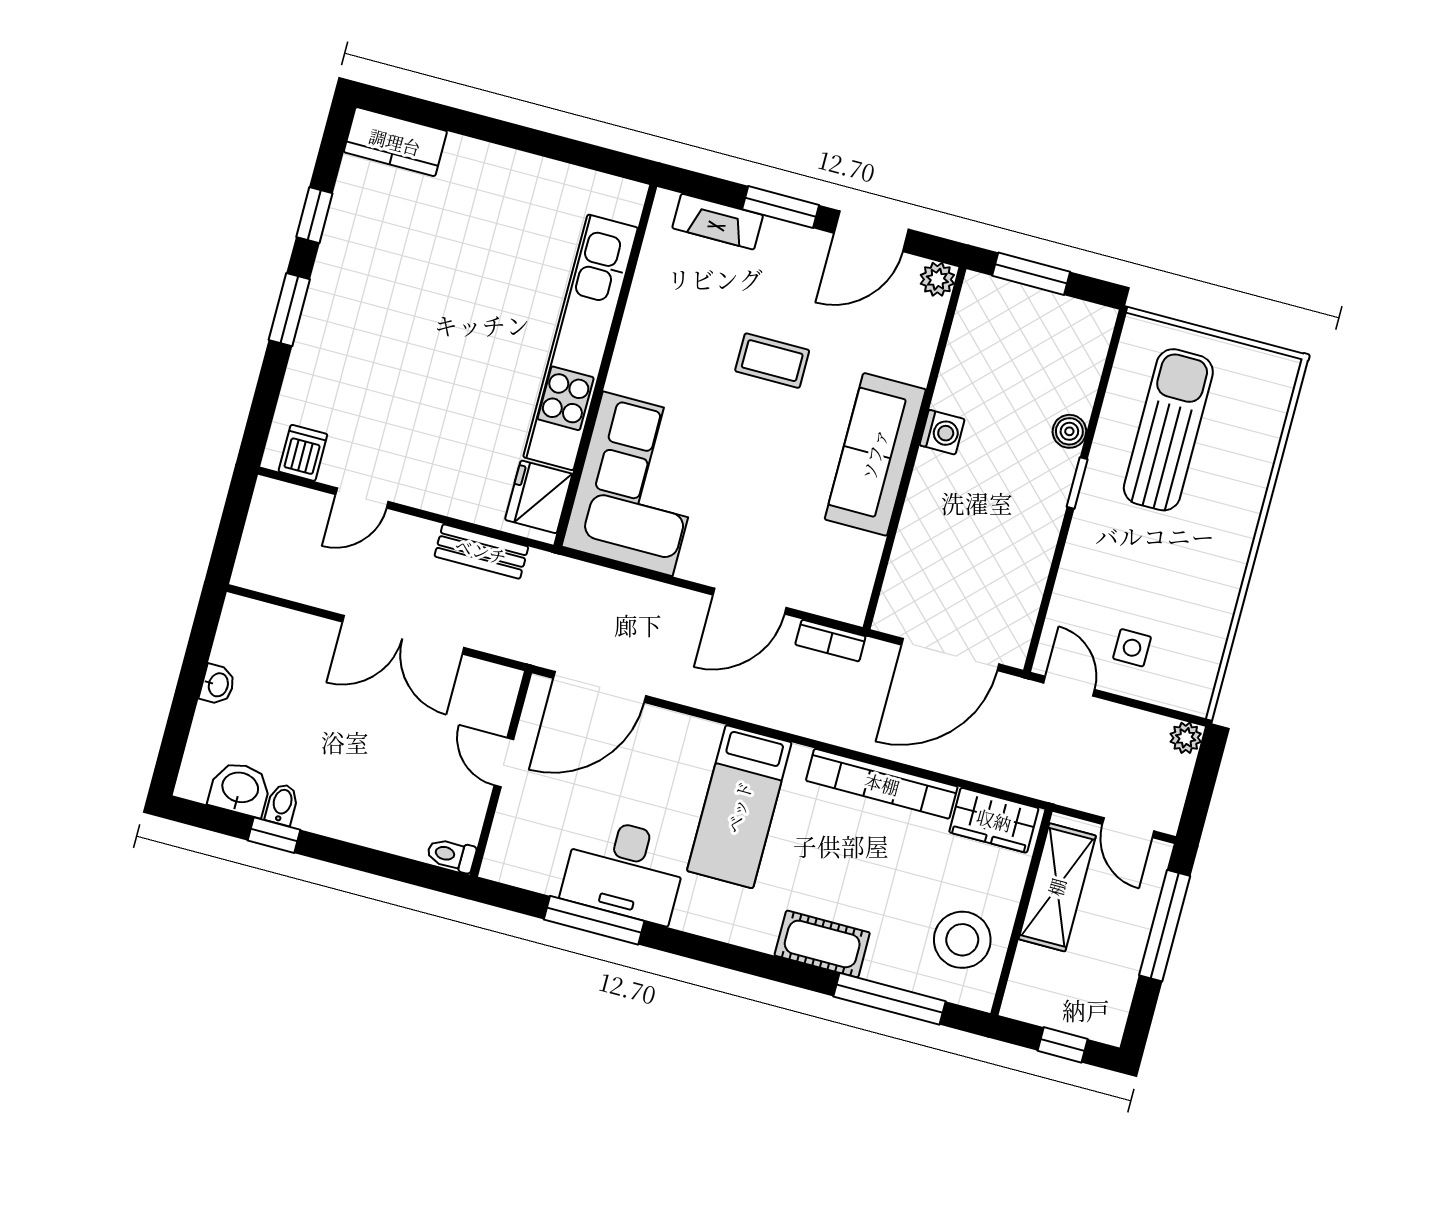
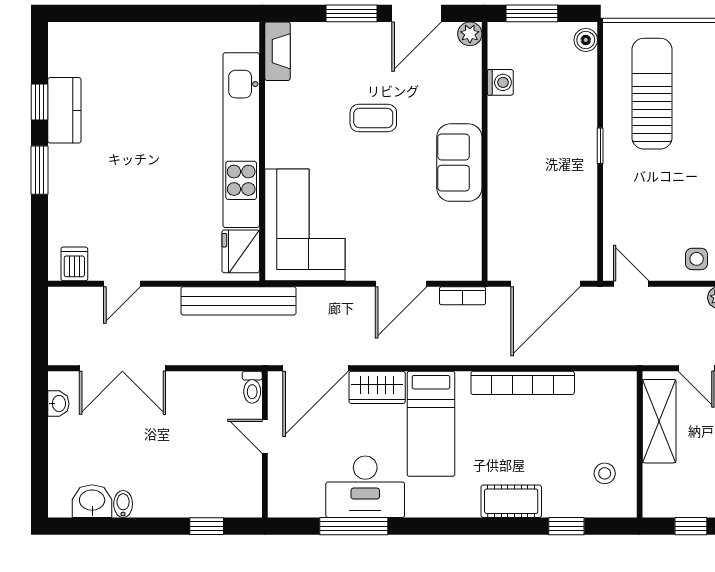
kitchen counter: (395, 142) -> (64, 110), moved, turned -90
fireplace: (718, 222) -> (277, 51), moved, turned -90
boiler: (1069, 431) -> (586, 40), moved
washing machine: (942, 432) -> (500, 82), moved
sofa: (875, 454) -> (459, 163), width x0.73
bench: (481, 551) -> (239, 301), width x1.86, depth x1.21
double door: (403, 635) -> (122, 368), moved
side table: (1132, 648) -> (697, 259), moved
washbasin: (217, 685) -> (58, 404), moved
wardrobe: (994, 820) -> (377, 387), moved
window: (274, 835) -> (207, 526), moved
toilet: (451, 855) -> (252, 387), moved, turned -90
stool: (962, 940) -> (605, 473), width x0.53, depth x0.53
window: (890, 999) -> (566, 526), width x0.46

